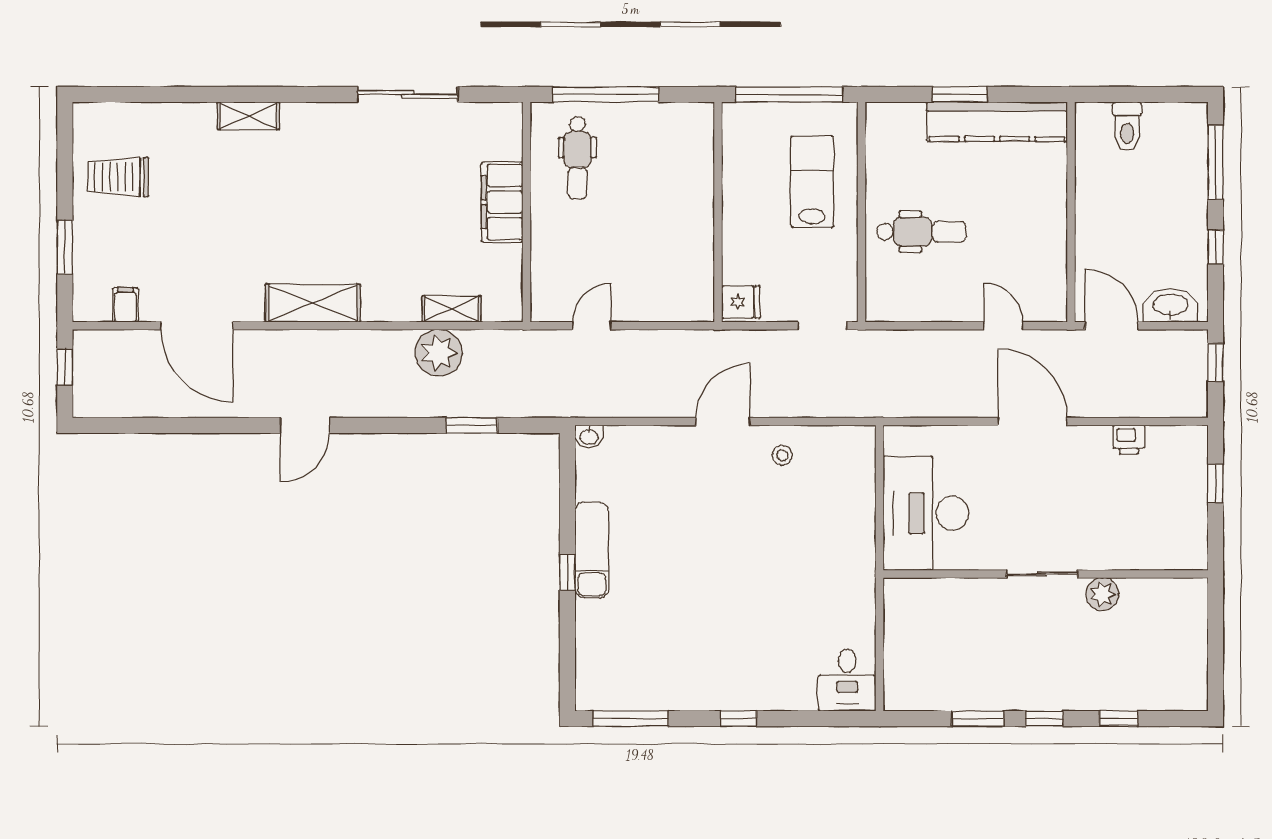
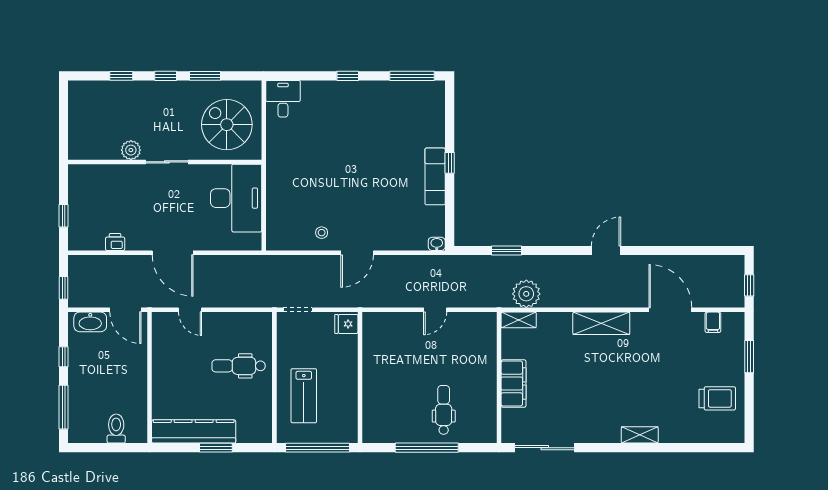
filing cabinet: (502, 202) -> (513, 384), moved
wall: (526, 212) -> (499, 378), moved
spiral stairs: (941, 637) -> (227, 125), added

